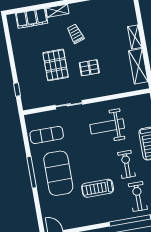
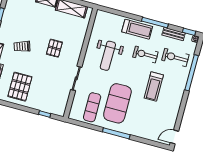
pallet: (56, 65) -> (20, 87), moved, turned 90
exercise mat: (58, 173) -> (117, 103), moved, turned 90

